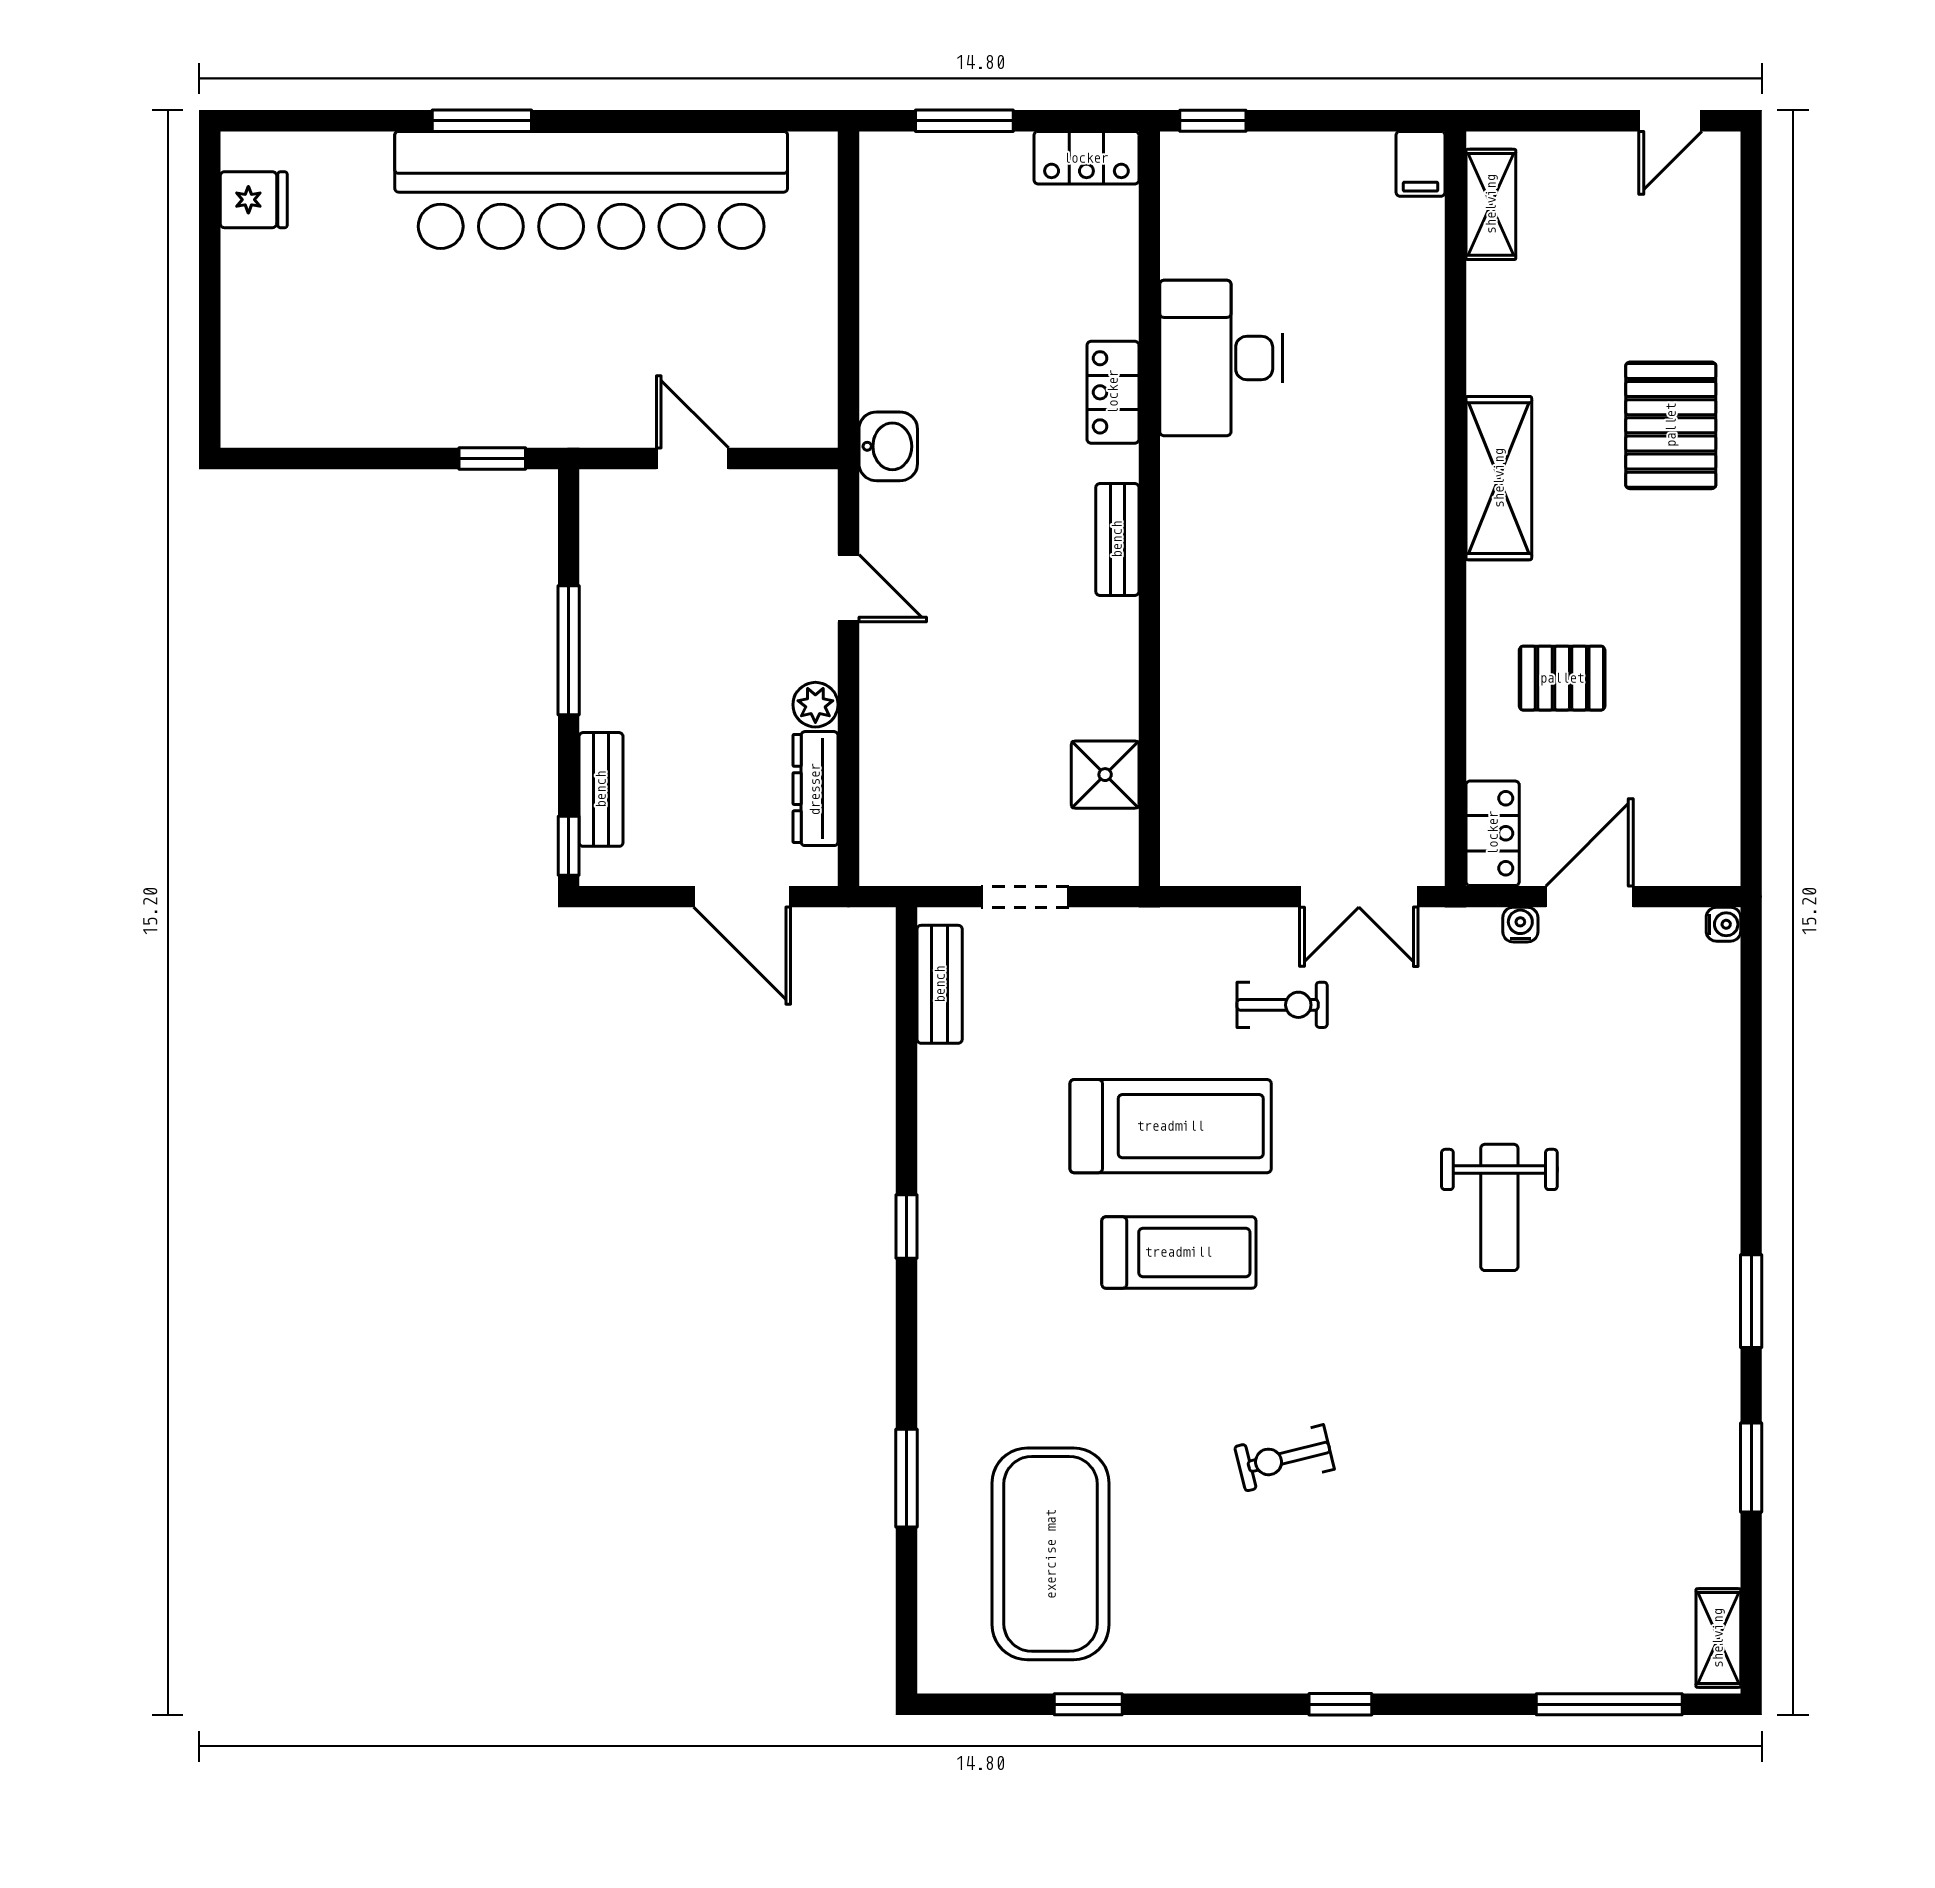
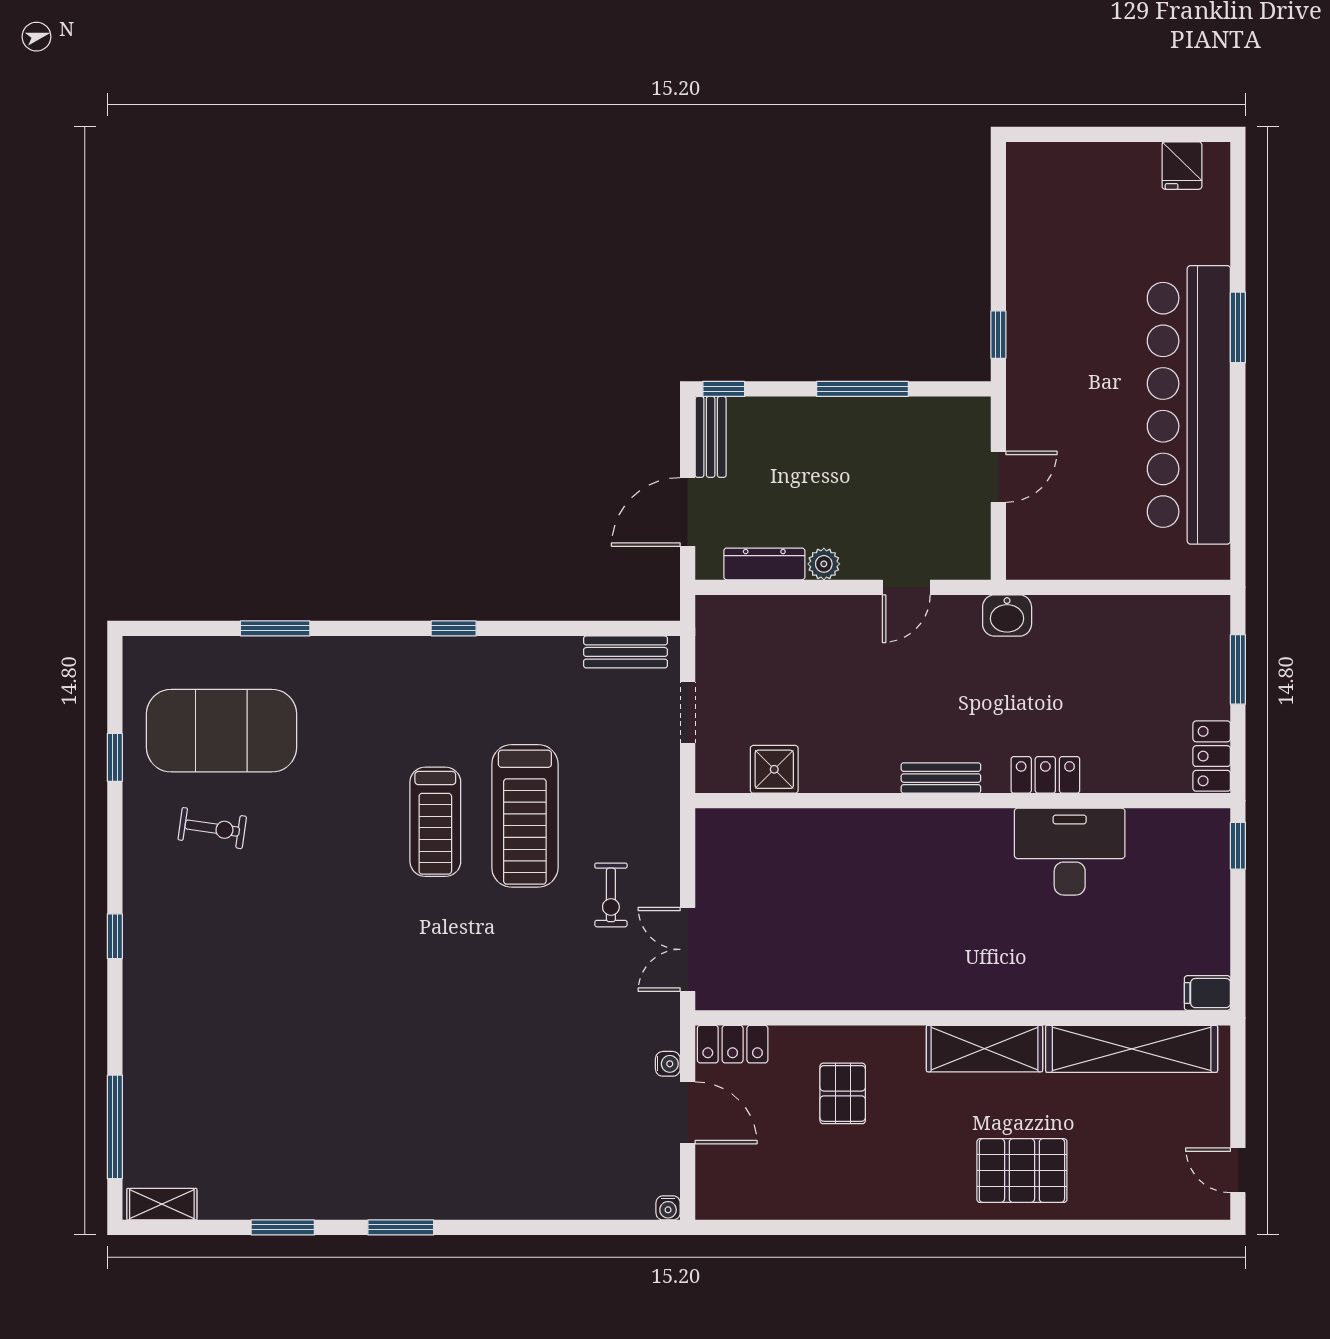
shelving: (1491, 204) -> (1132, 1049), width x2.20, depth x1.33
bench: (601, 789) -> (711, 437), moved, turned 90
weight bench: (1499, 1207) -> (467, 1049), removed
exercise bike: (1284, 1458) -> (212, 828), moved, turned 112

